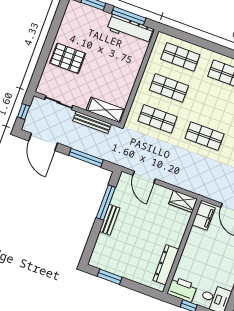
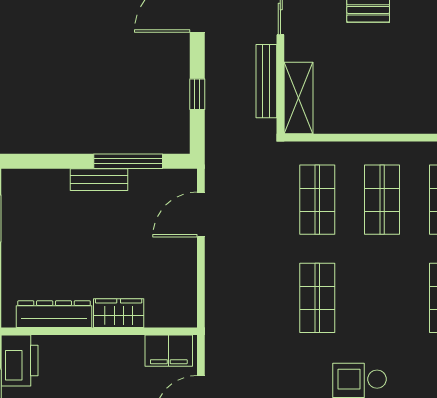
window: (86, 158) -> (197, 94), width x0.46
wardrobe: (183, 201) -> (119, 313), moved, turned 90

